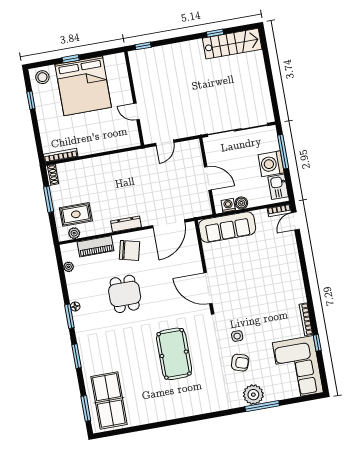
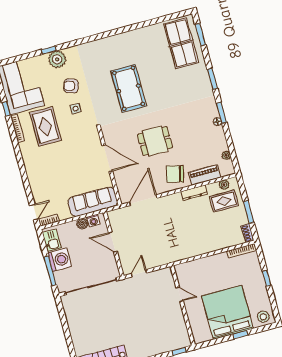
window: (31, 100) -> (267, 278), moved
door: (165, 143) -> (139, 273), moved
dresser: (126, 224) -> (194, 193), moved
door: (208, 288) -> (107, 158), moved
dining table: (125, 294) -> (155, 141), moved, turned 90
rug: (274, 318) -> (46, 127), added
window: (262, 406) -> (49, 50), width x0.46

